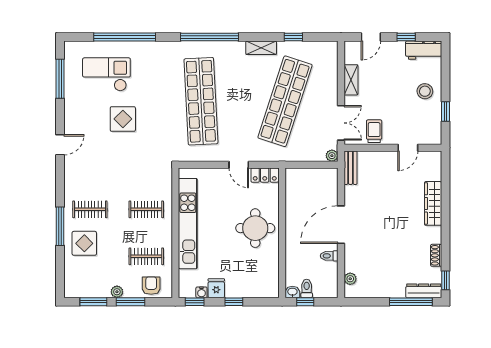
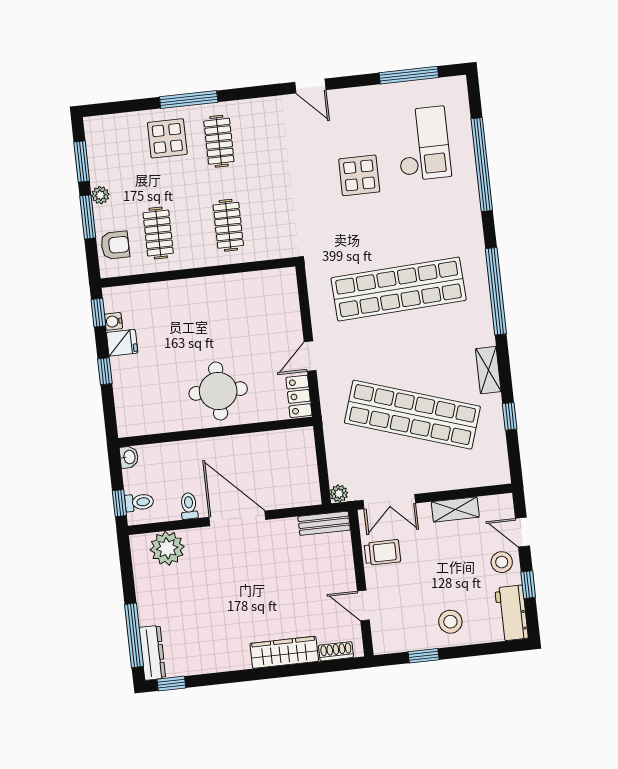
stool: (389, 53) -> (502, 562), added
kitchen unit: (188, 224) -> (214, 290), removed
shoe rack: (436, 255) -> (336, 651), moved
plant: (350, 279) -> (167, 548), width x1.87, depth x1.87
toilet: (307, 288) -> (139, 502), moved
window: (305, 302) -> (119, 503), moved

